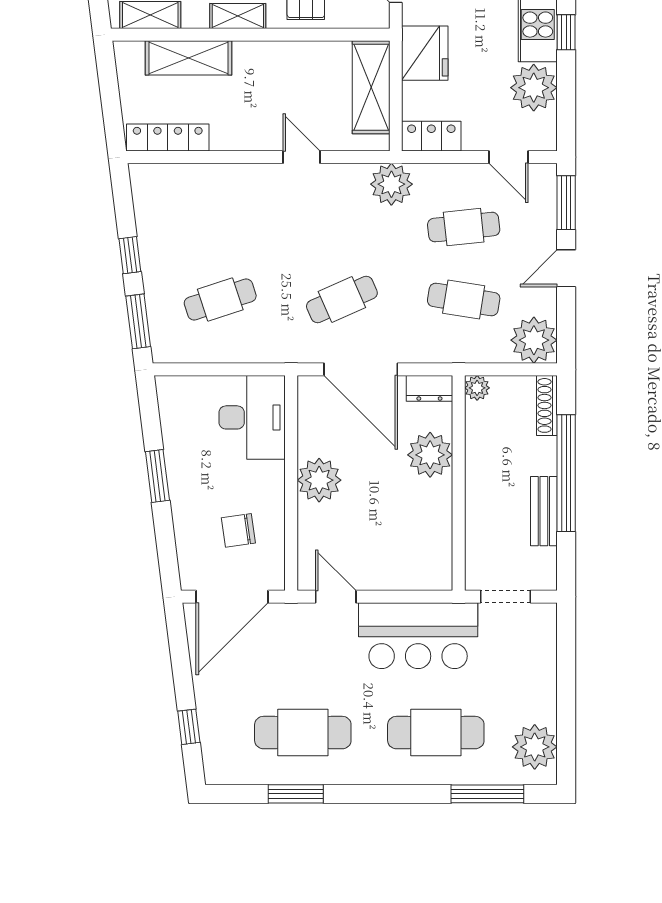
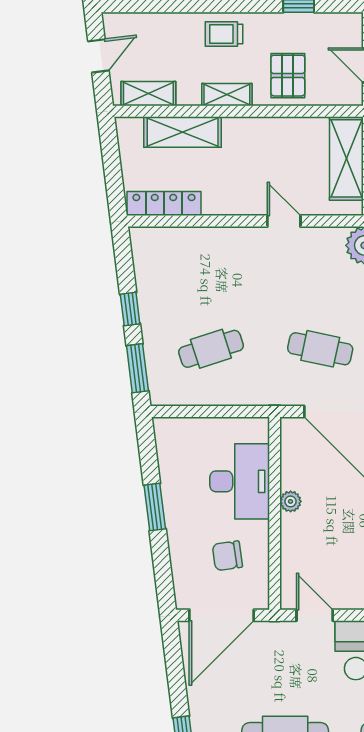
cafe table: (342, 300) -> (320, 349), turned 36
desk: (252, 417) -> (240, 481), moved
plant: (319, 480) -> (291, 501), width x0.53, depth x0.53

